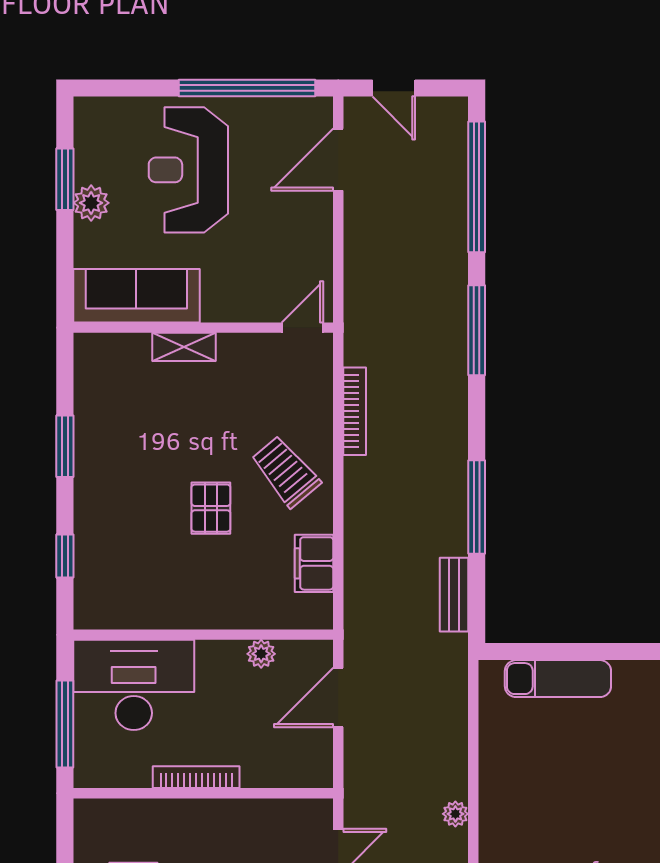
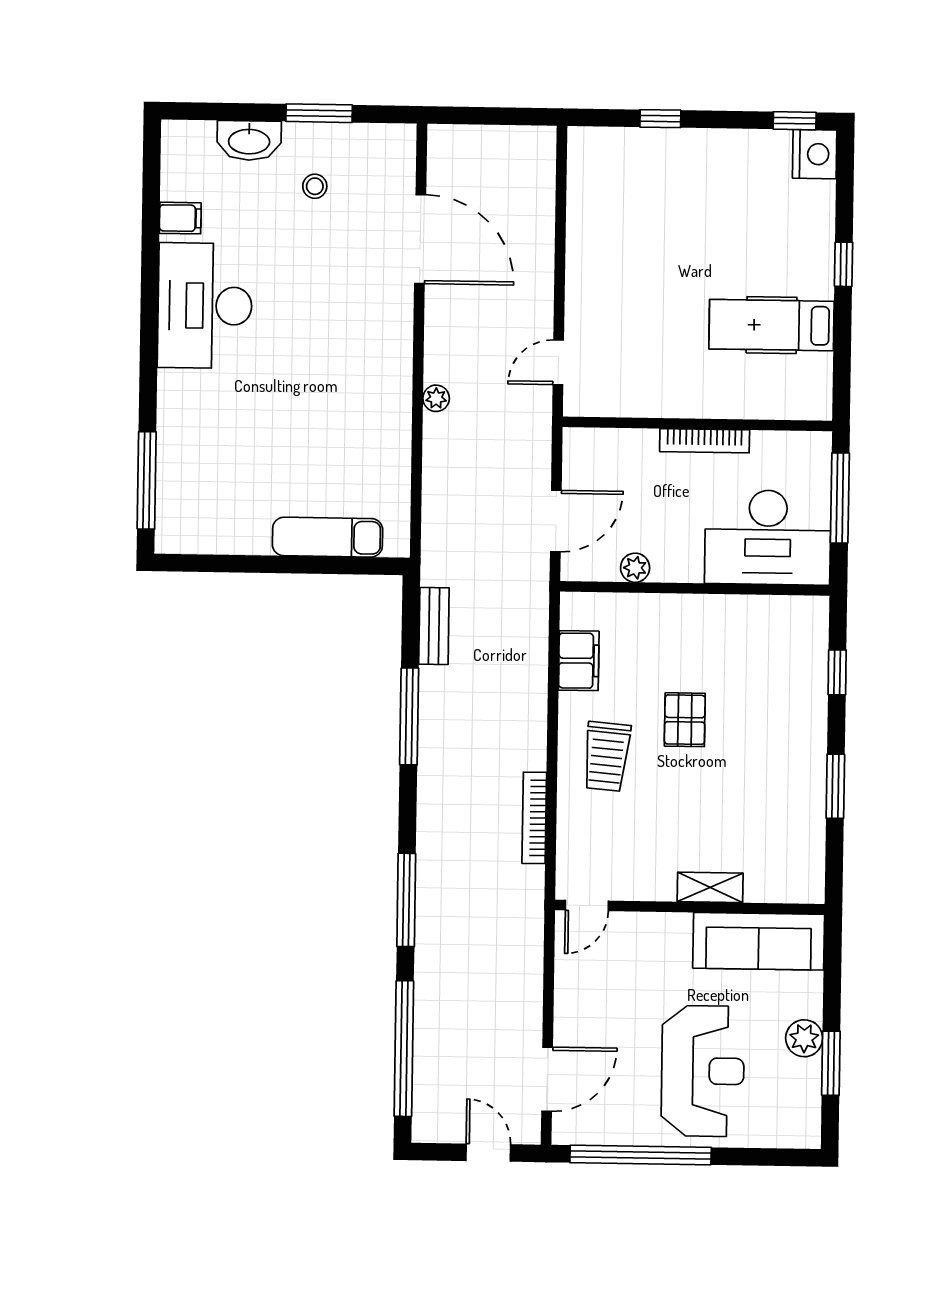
trolley: (286, 471) -> (607, 756), turned 45

